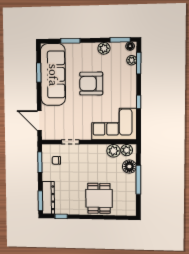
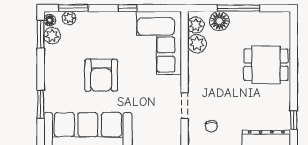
plant: (104, 48) -> (52, 36), moved

